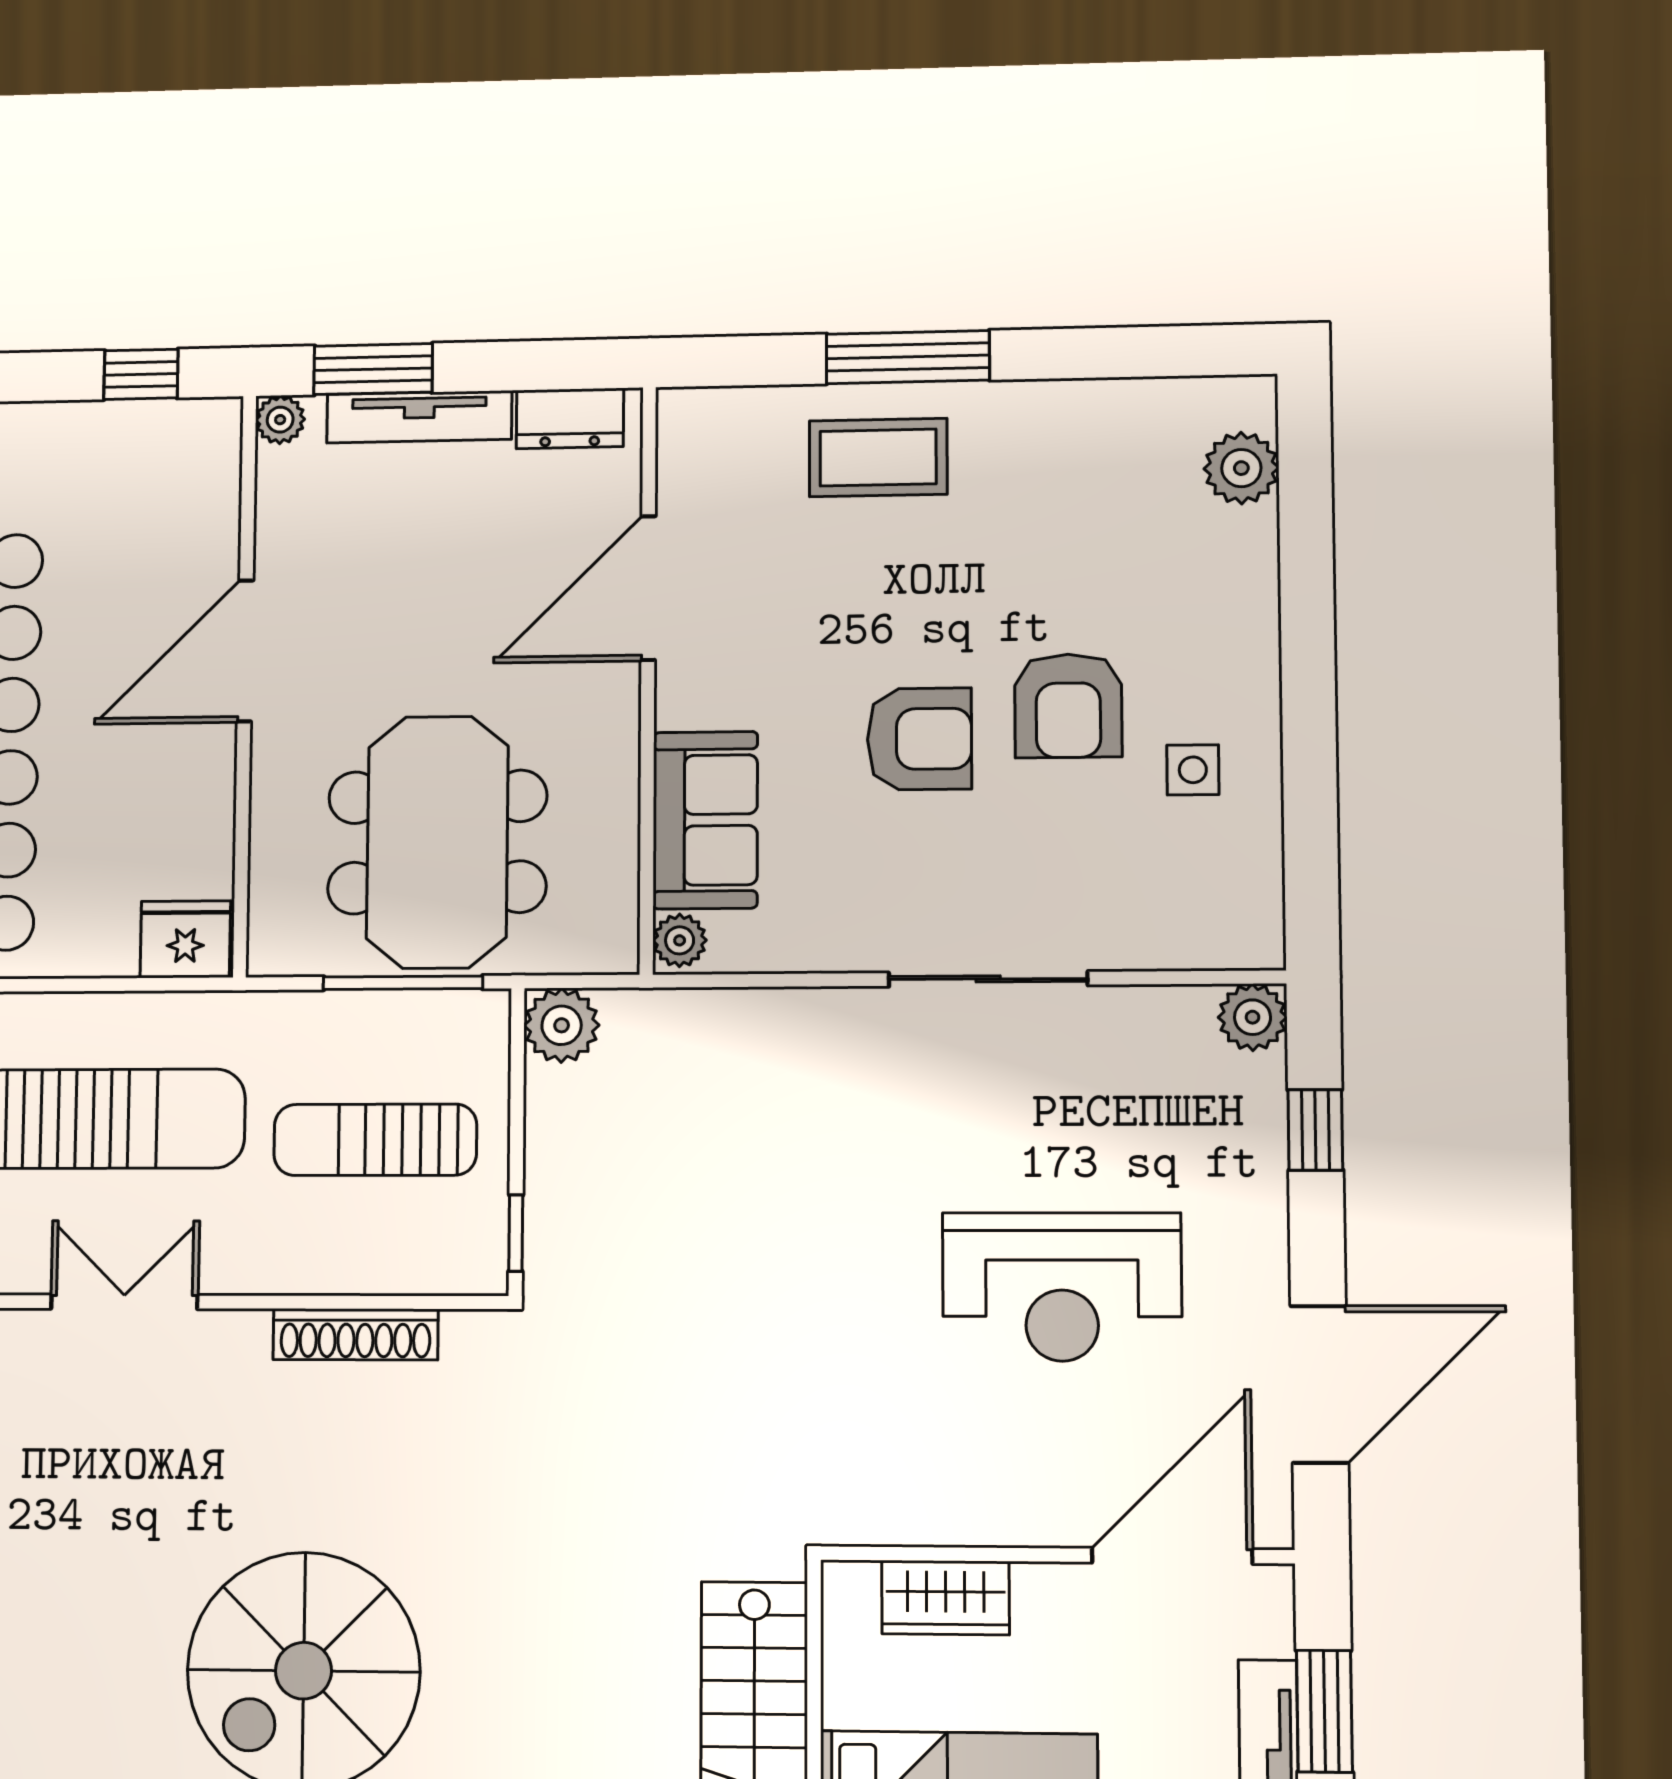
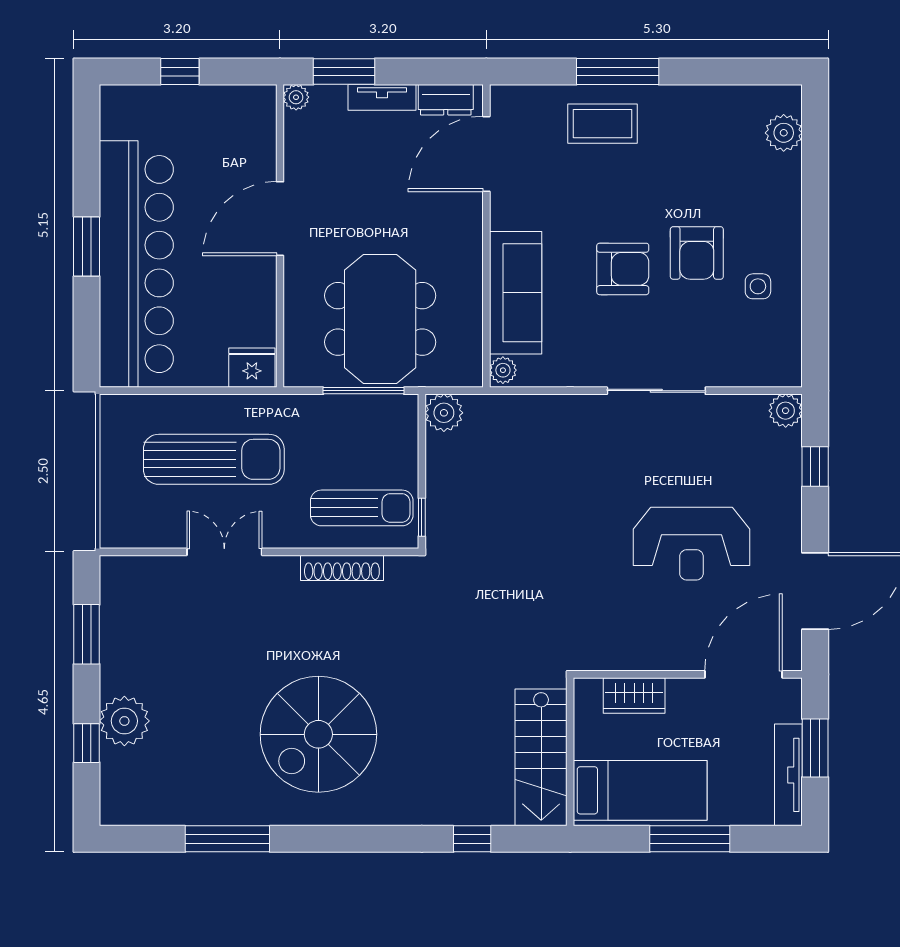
window: (141, 374) -> (180, 72), moved
tv unit: (419, 417) -> (382, 97), width x0.71
door: (648, 588) -> (486, 154), moved
sofa: (705, 820) -> (516, 293), width x1.36
sun lounger: (375, 1140) -> (362, 508), moved, turned 180

